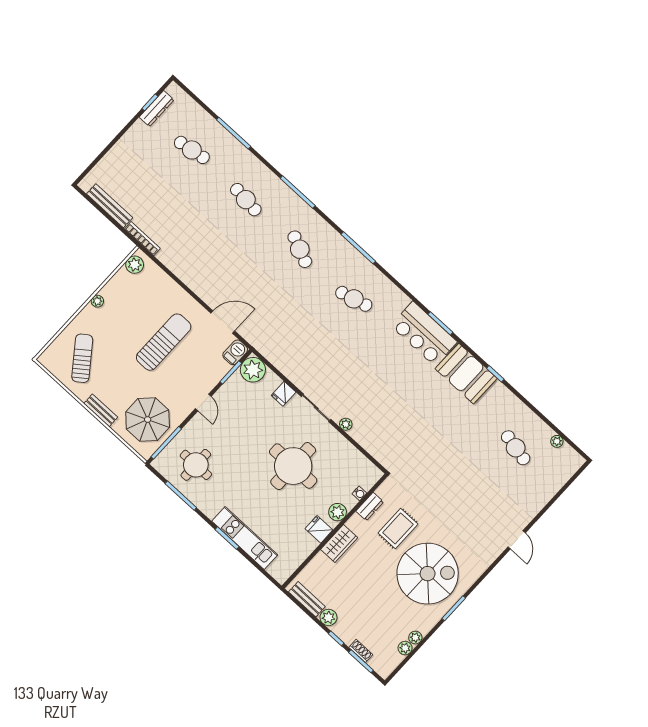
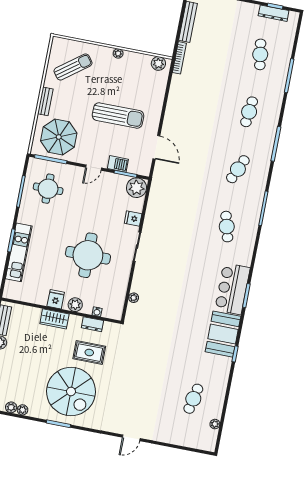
barbecue: (235, 352) -> (118, 164), moved
plant: (346, 424) -> (134, 298), moved

